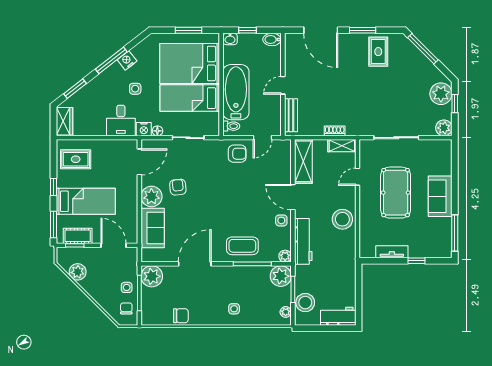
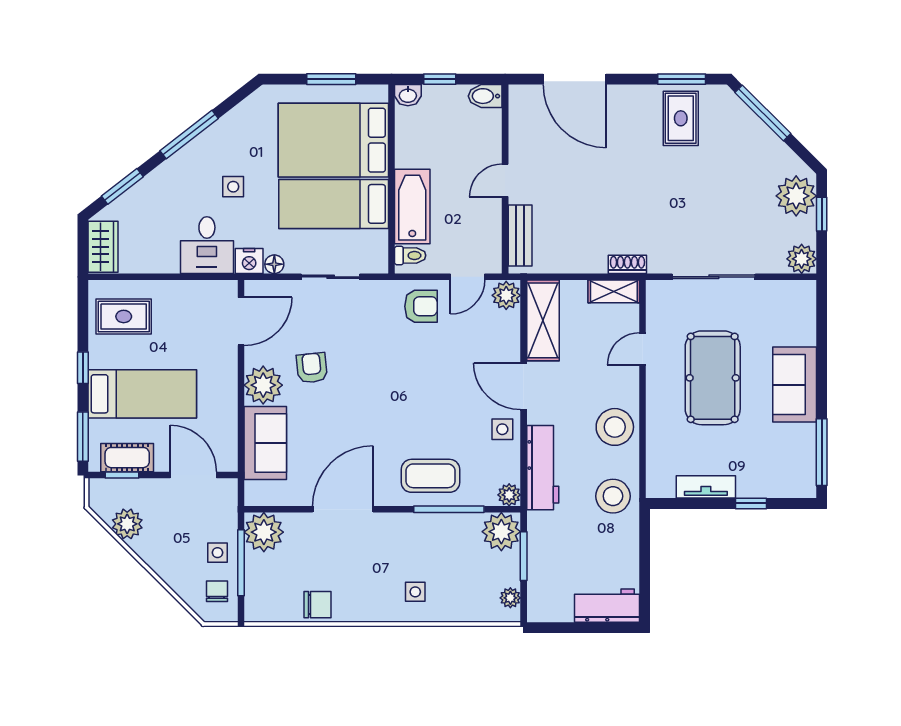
window: (363, 30) -> (682, 79), moved
nightstand: (127, 60) -> (218, 135), removed
bathtub: (236, 92) -> (412, 207), width x0.73, depth x0.73
shoe rack: (335, 131) -> (627, 264), moved
plant: (283, 148) -> (506, 295), added
stool: (305, 303) -> (613, 496), moved

